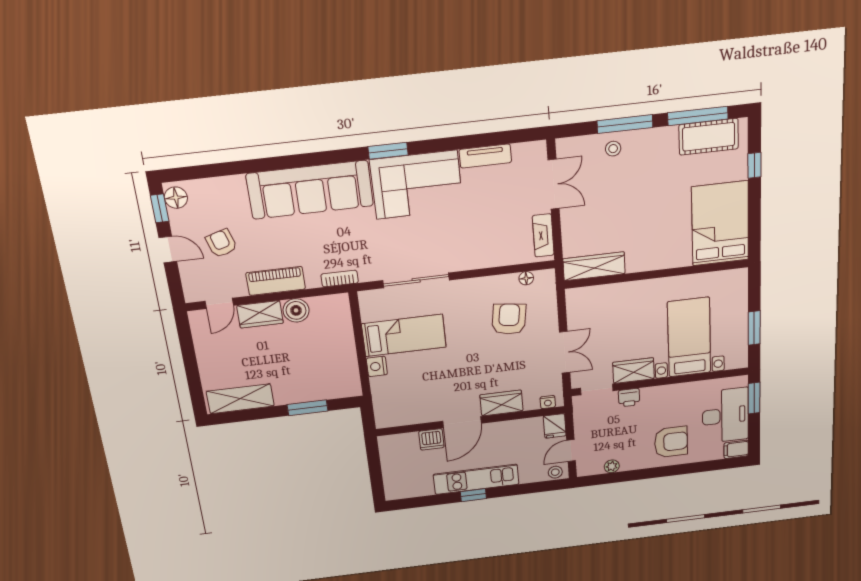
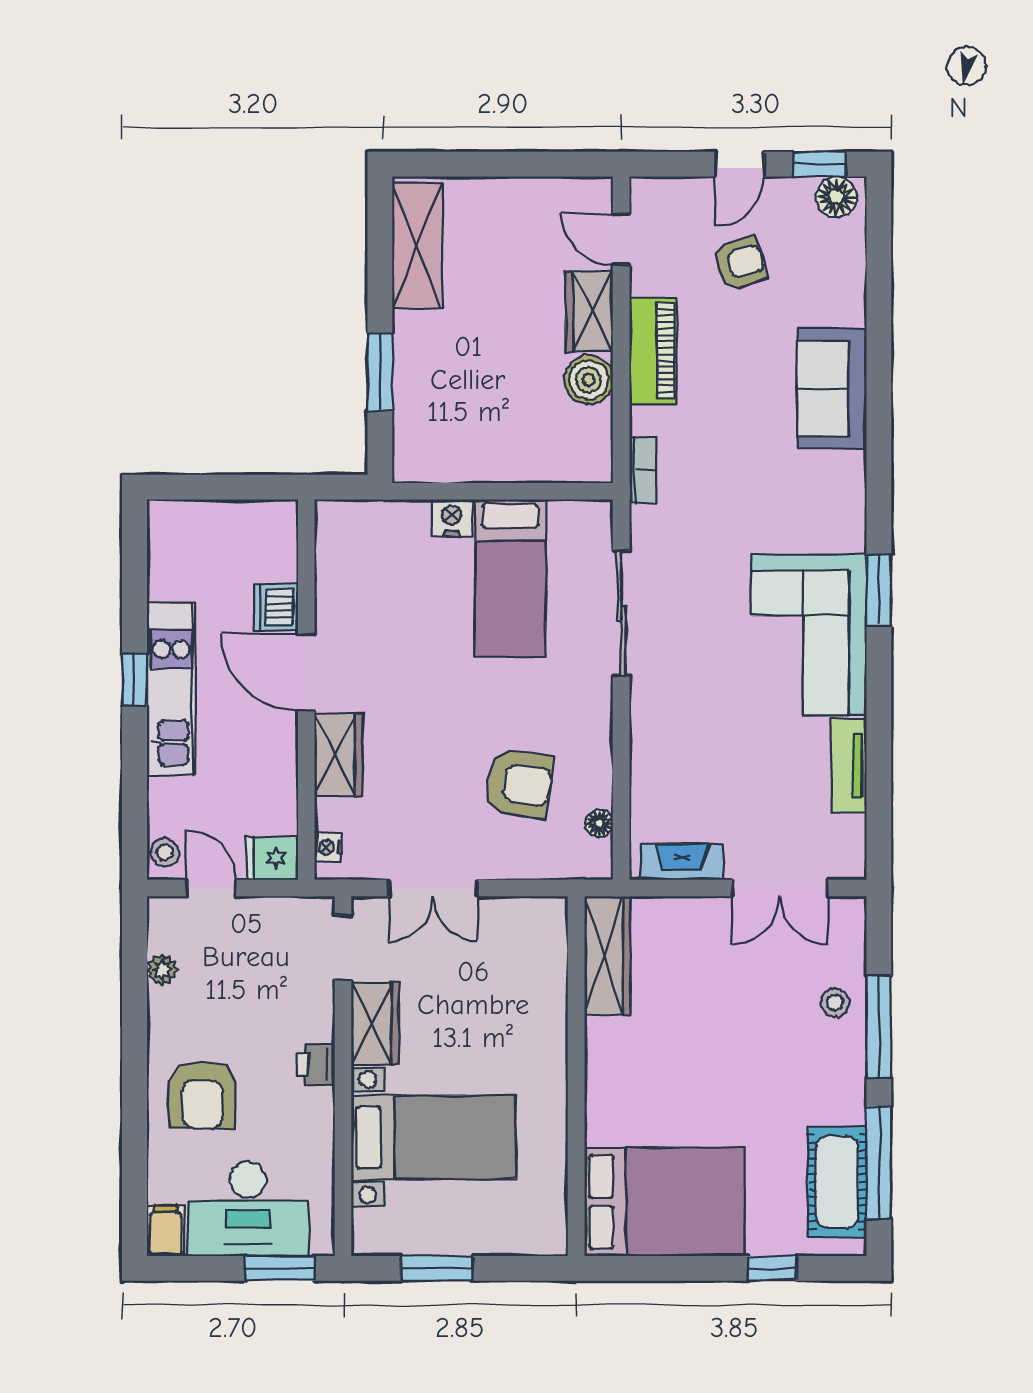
sofa: (310, 190) -> (832, 388), width x0.54, depth x0.79
printer: (629, 398) -> (316, 1064), moved

